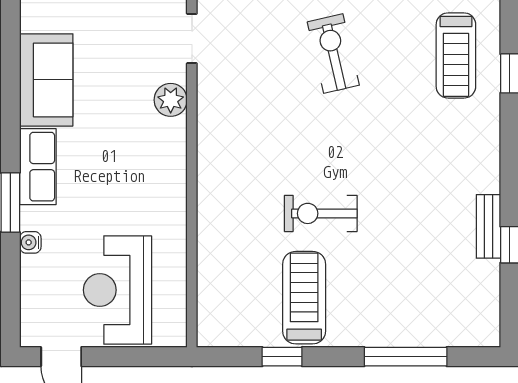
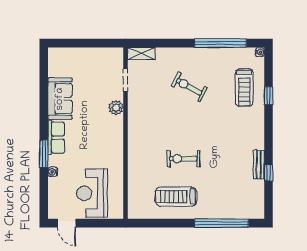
exercise bike: (333, 54) -> (189, 87), turned -48
treadmill: (304, 298) -> (176, 197), turned -90
window: (282, 357) -> (166, 223), removed
window: (406, 357) -> (222, 223), width x1.46

